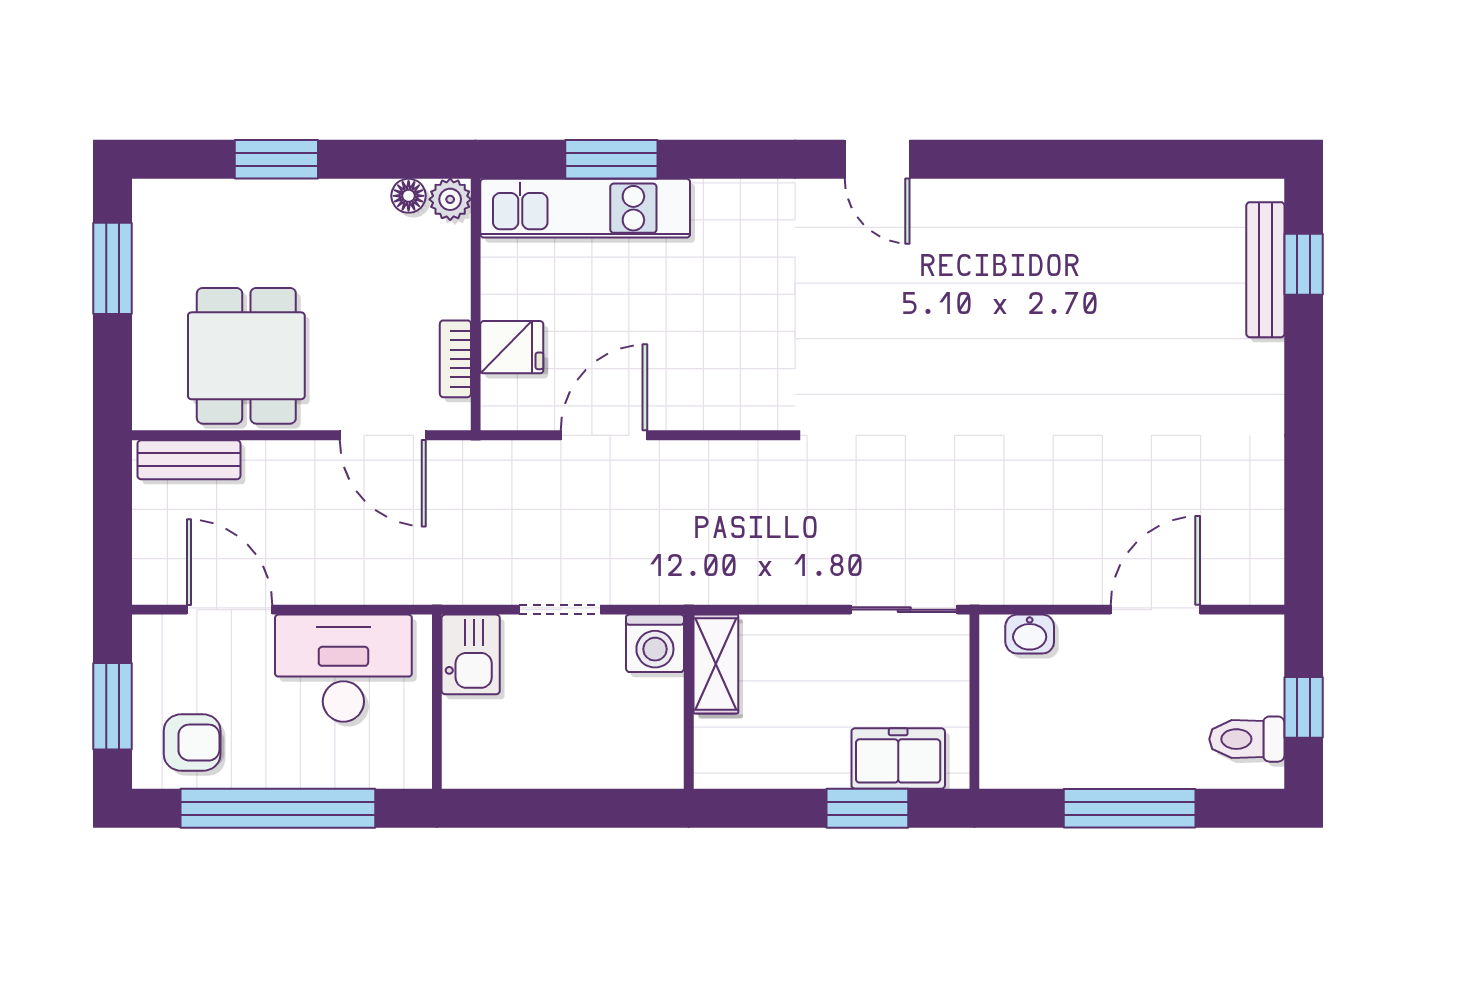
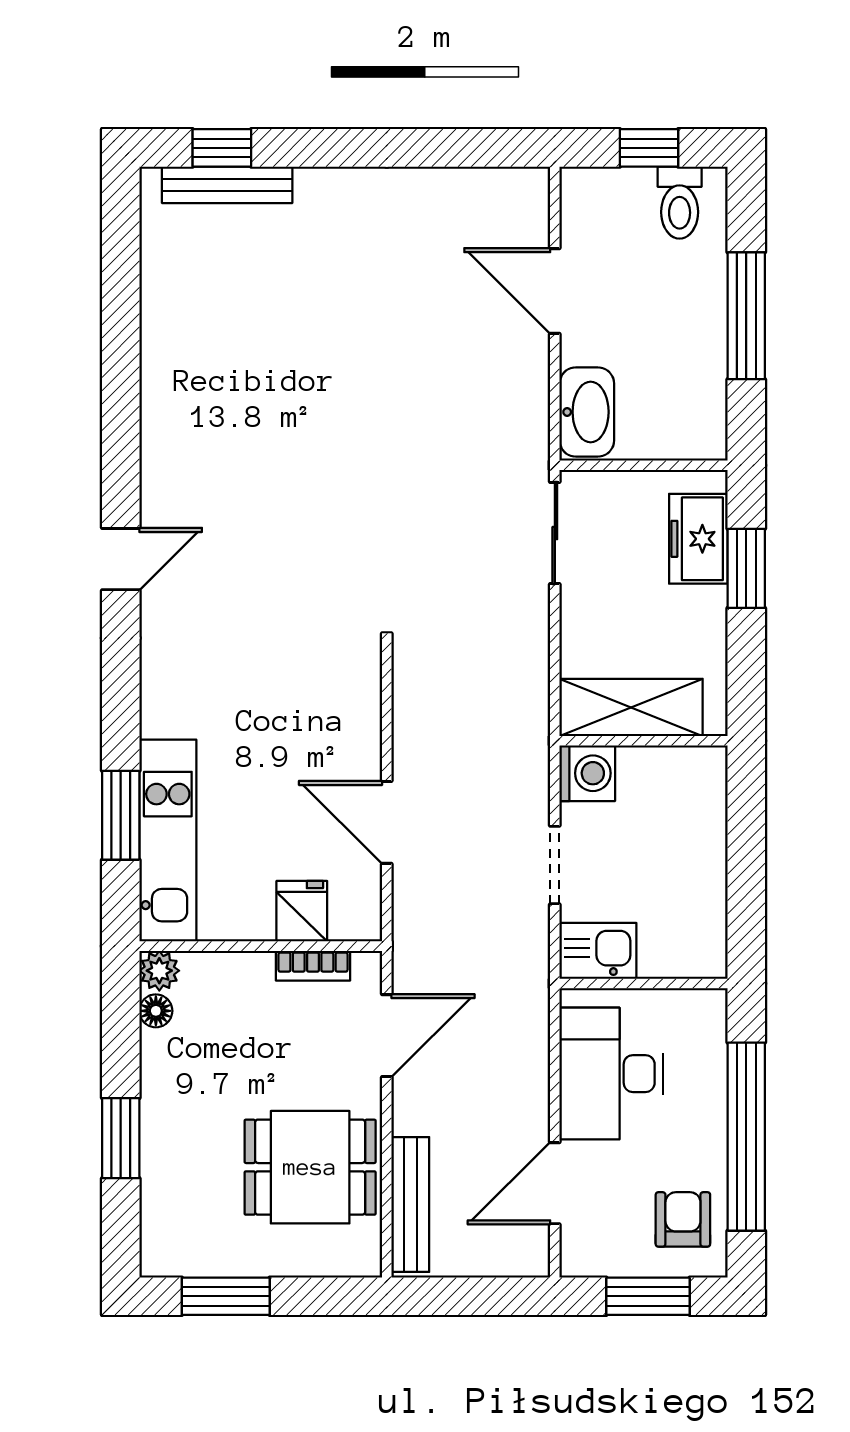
bench: (189, 460) -> (410, 1205), width x1.36
washbasin: (1030, 634) -> (587, 412), width x1.91, depth x1.45
shelving: (716, 664) -> (631, 707), width x1.50, depth x1.33

